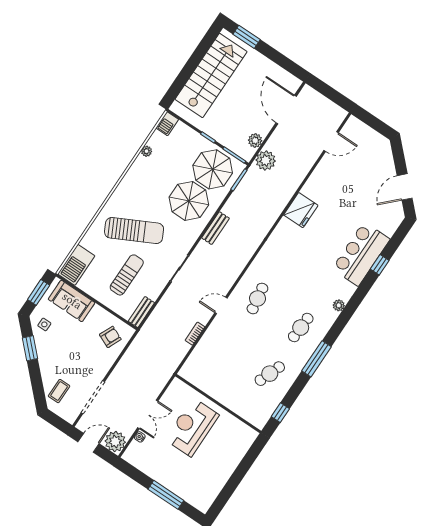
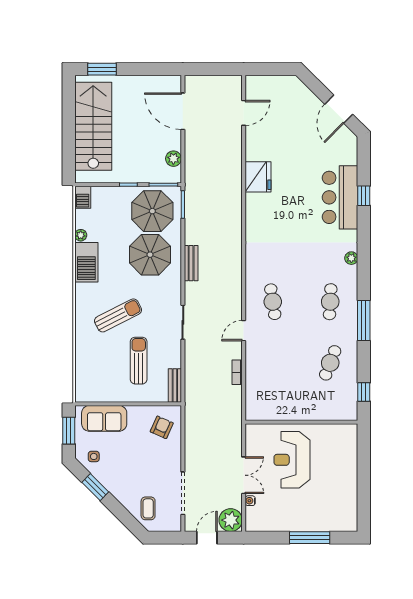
plant: (266, 160) -> (195, 170), removed
fridge: (301, 210) -> (258, 177), moved
sun lounger: (134, 231) -> (118, 315), width x0.73, depth x0.75
barbecue: (76, 265) -> (86, 262), moved

